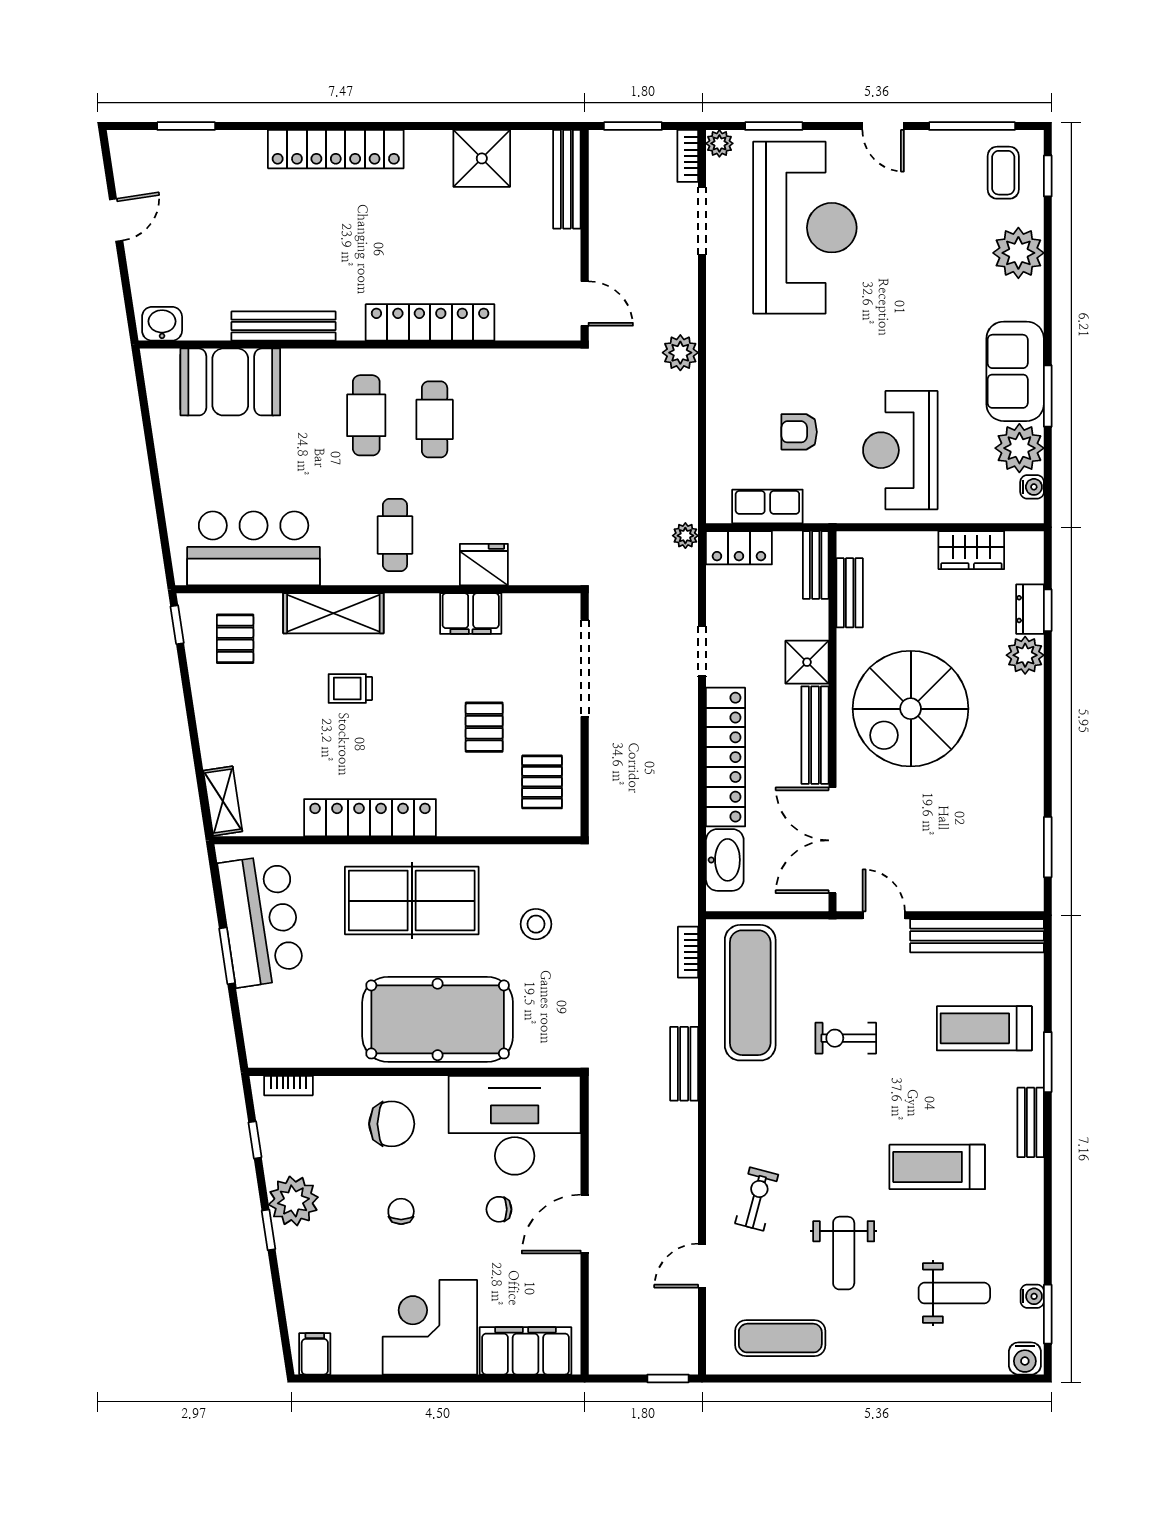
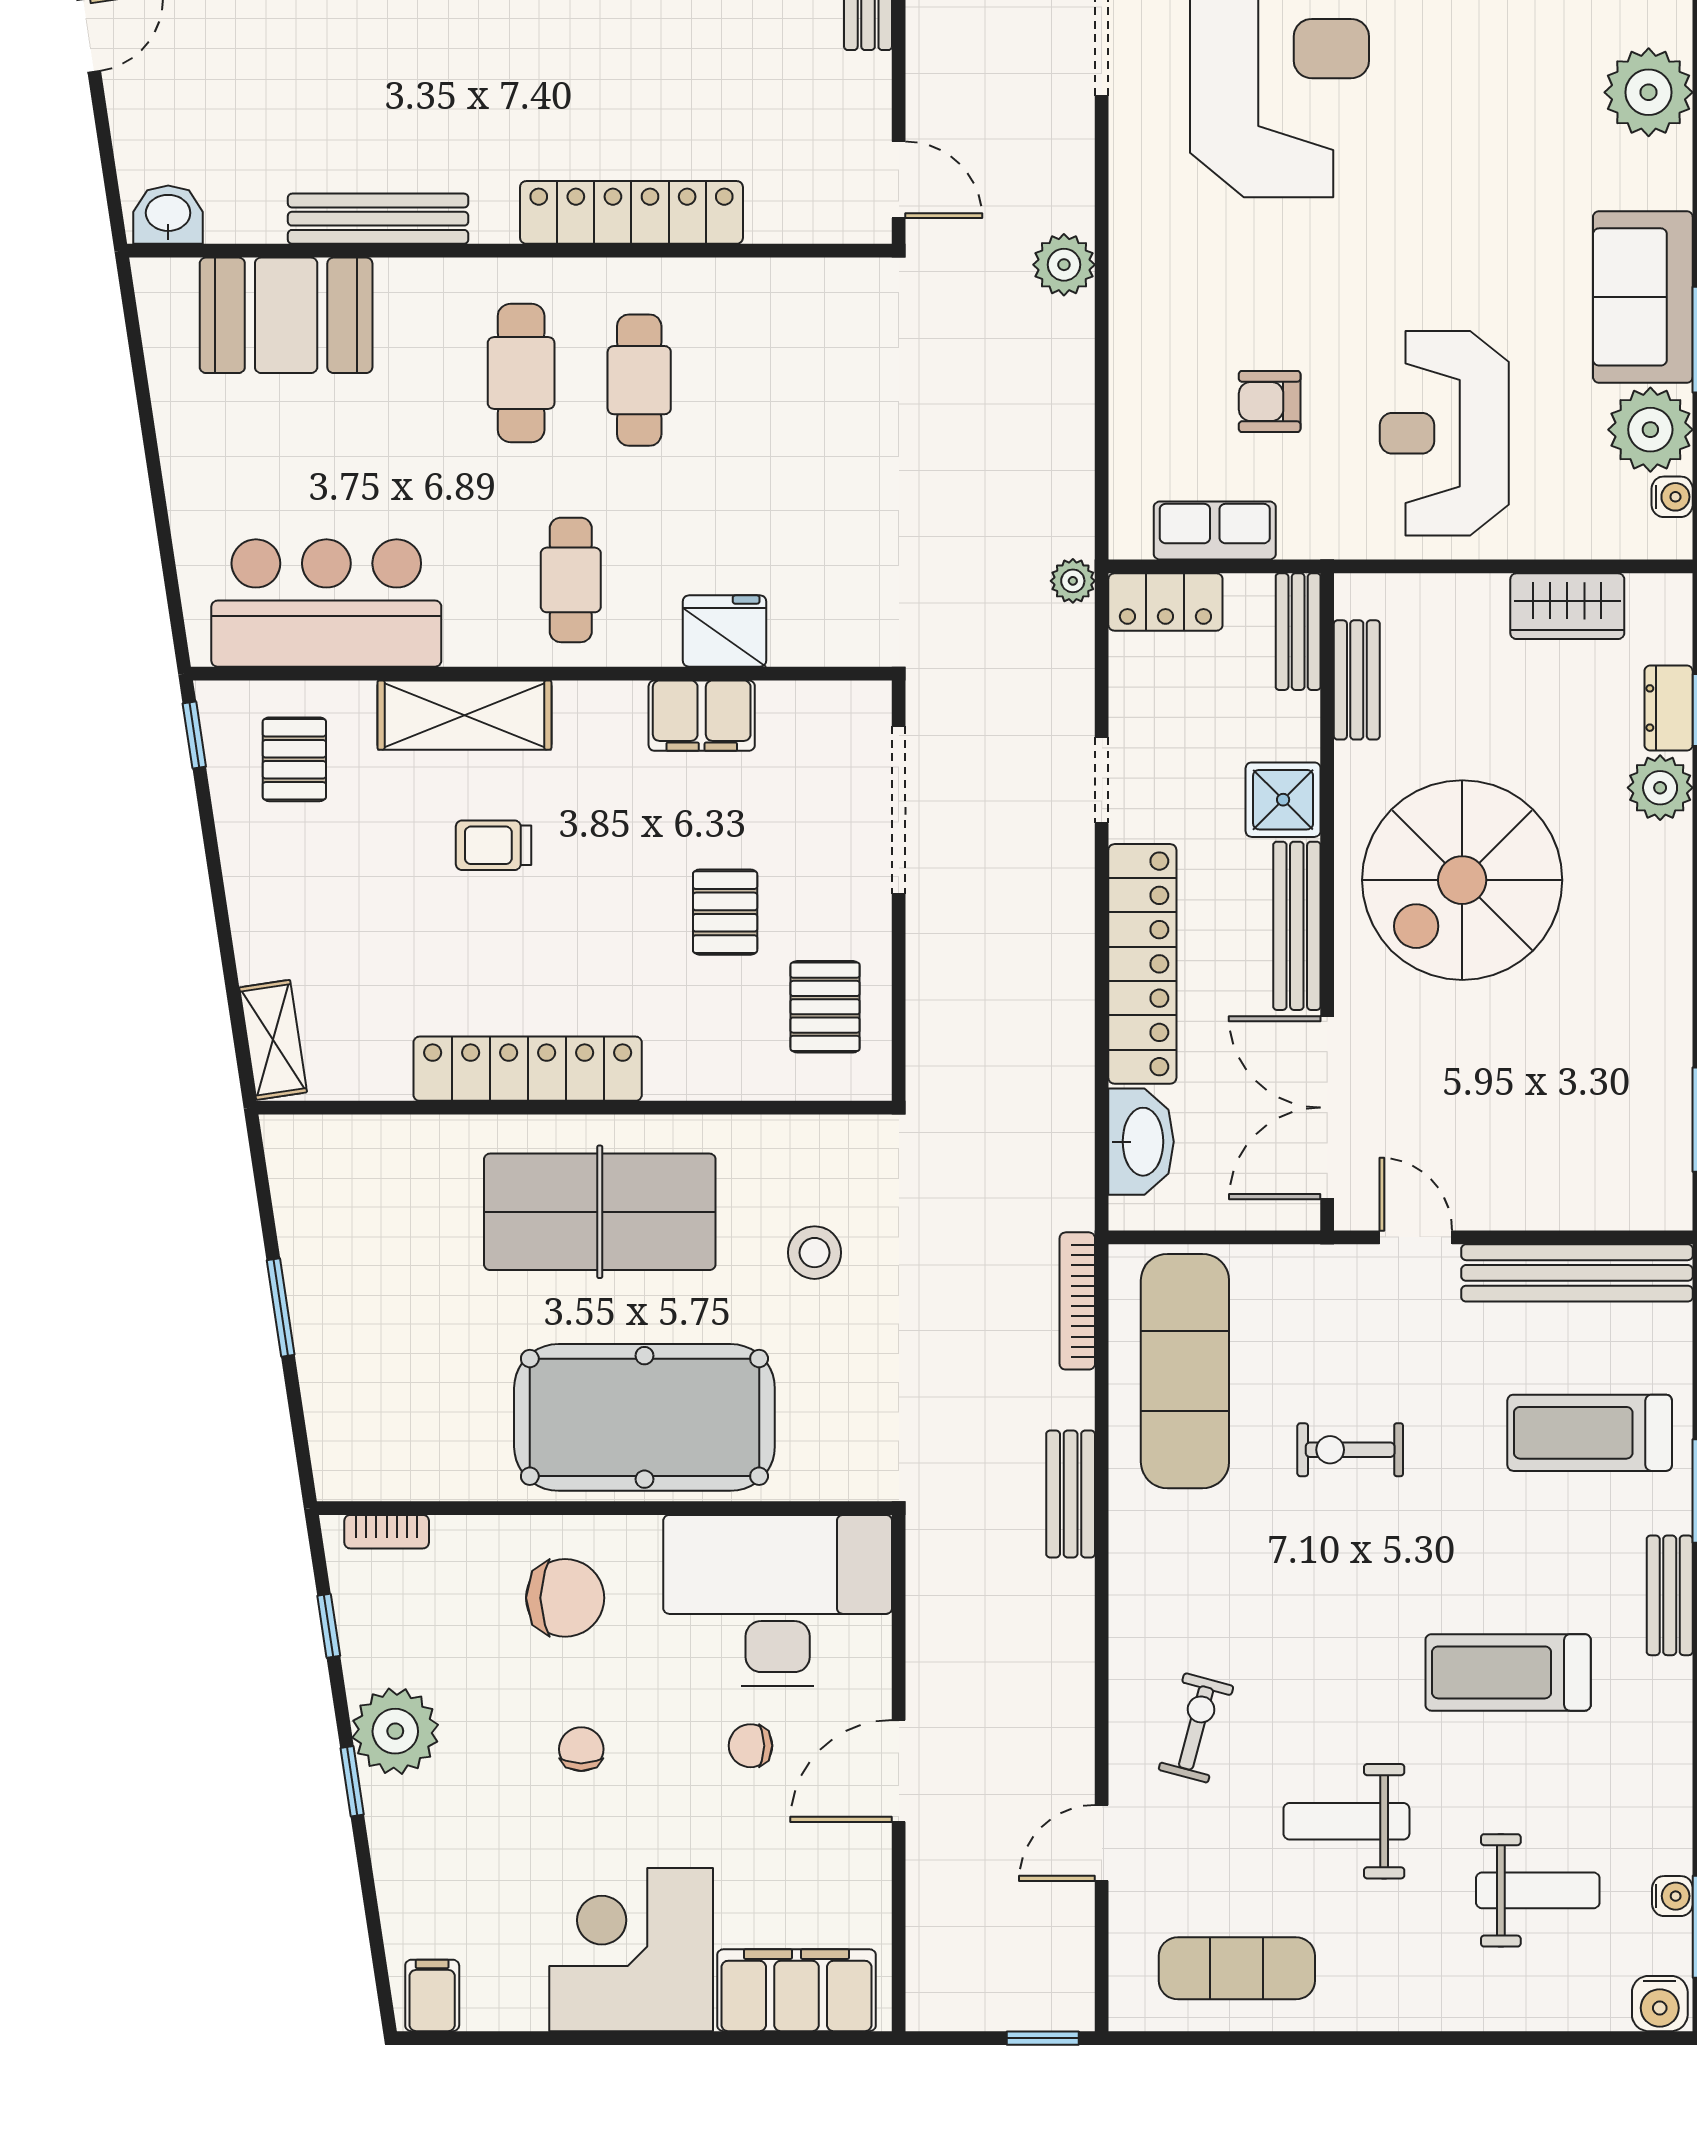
bar counter: (261, 921) -> (340, 1247), removed
bookcase: (688, 952) -> (1077, 1301), width x1.56
weight bench: (844, 1253) -> (1346, 1821), turned 90

